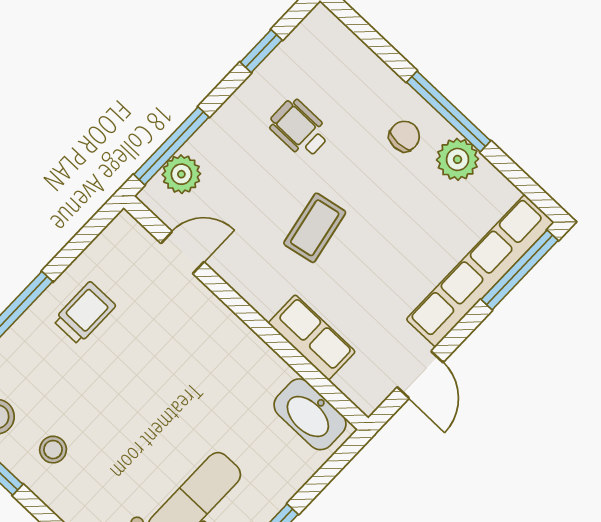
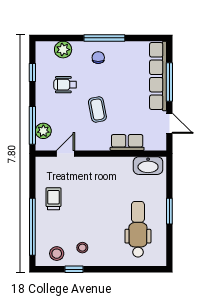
plant: (458, 159) -> (63, 50), moved
window: (520, 270) -> (169, 82), moved

